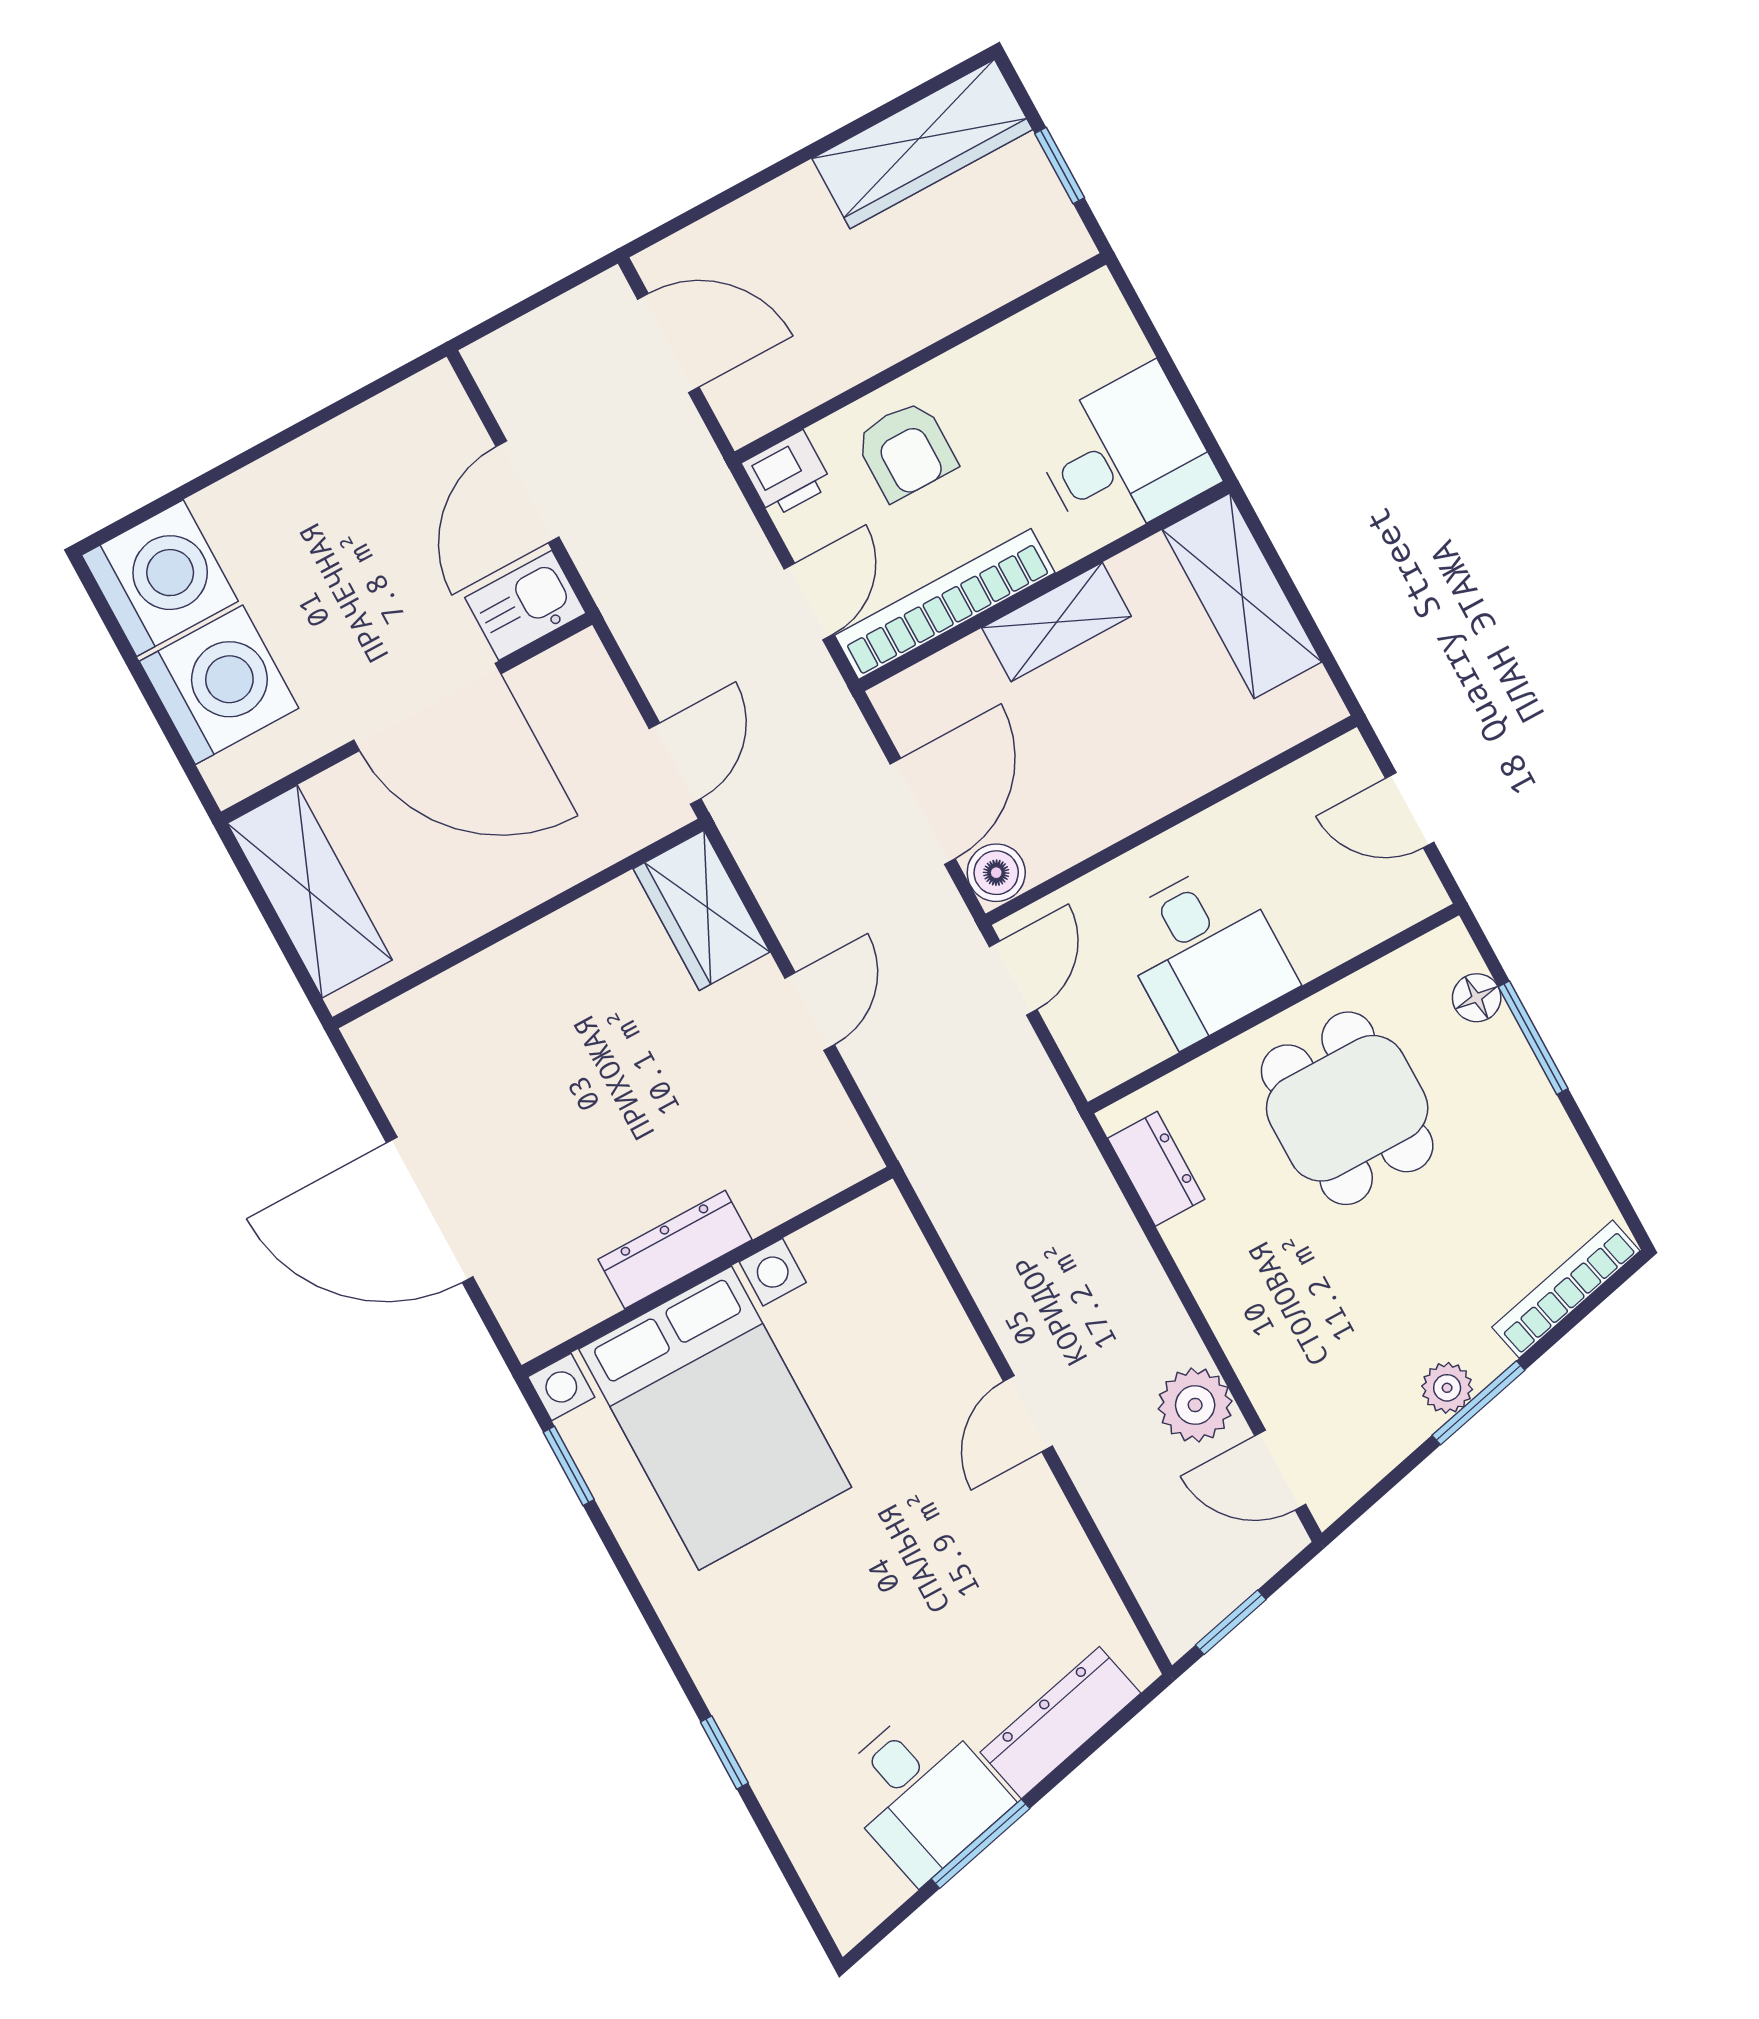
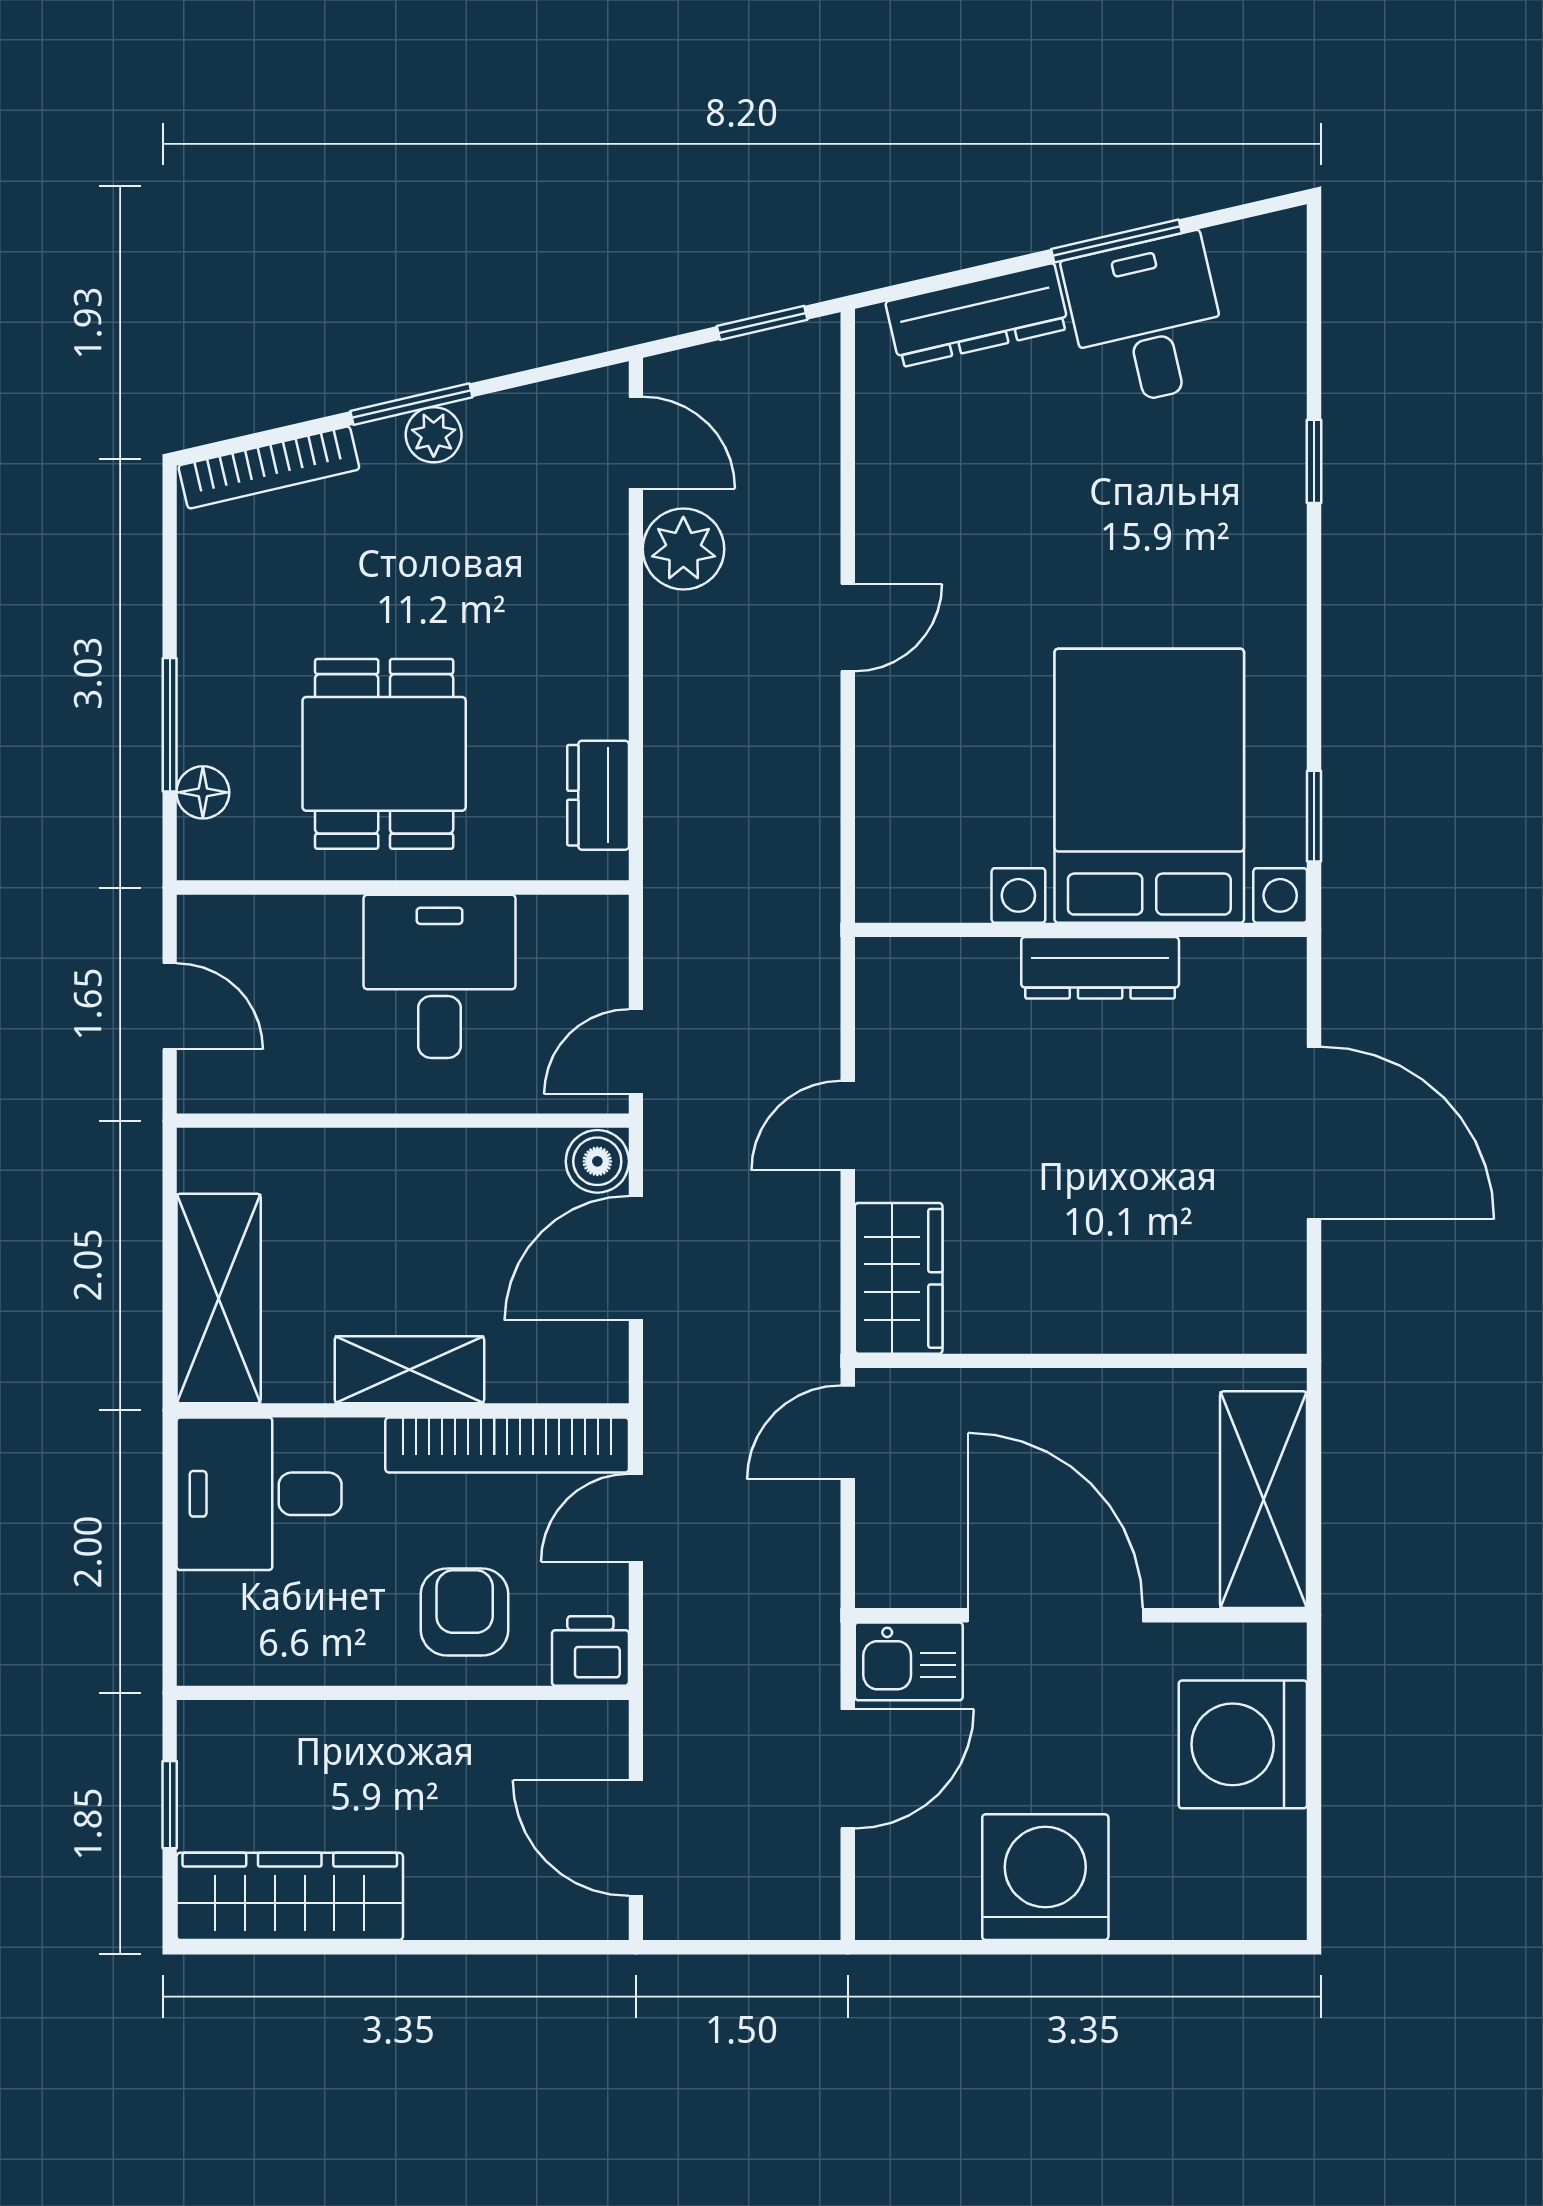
washing machine: (160, 578) -> (1045, 1877), moved, turned 90

